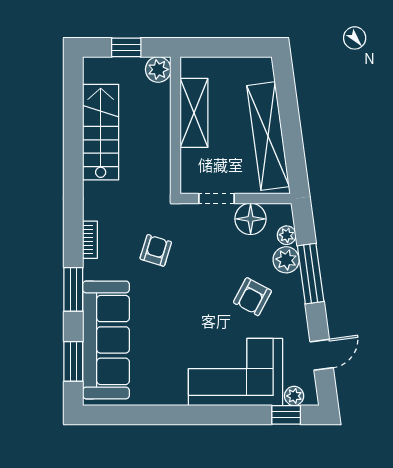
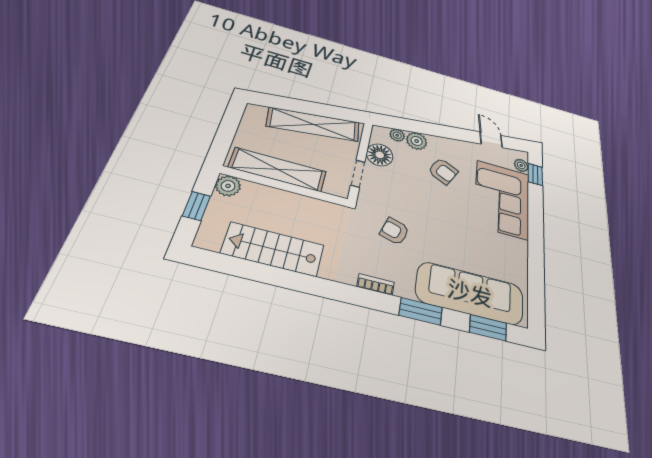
shelving: (194, 113) -> (278, 169), width x1.47
window: (311, 274) -> (429, 129), removed

